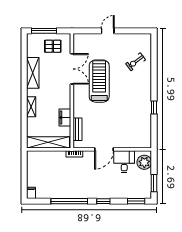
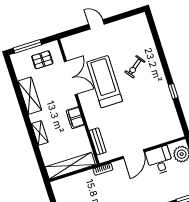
door: (108, 31) -> (96, 24), hinge flipped
exercise bike: (136, 62) -> (135, 67), moved
filing cabinet: (65, 118) -> (75, 118), moved

